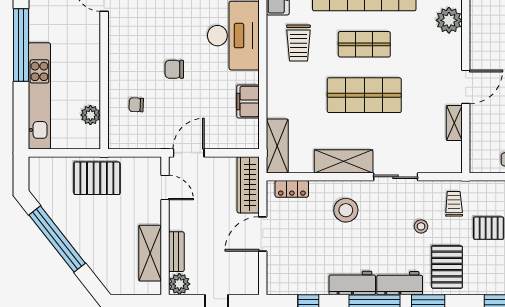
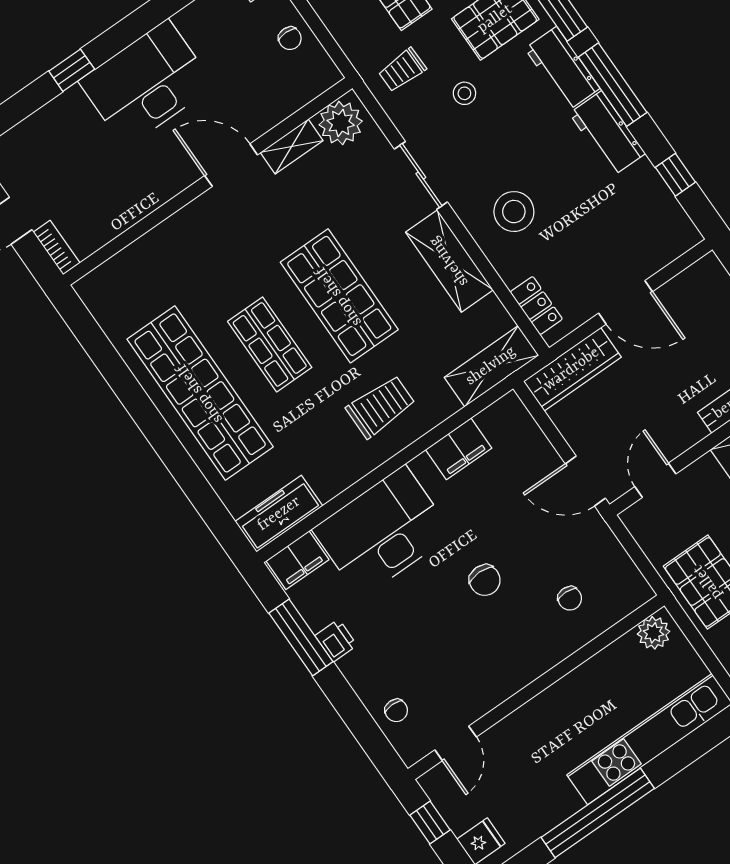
plant: (449, 20) -> (341, 123), moved
trolley: (299, 43) -> (381, 407), moved
plant: (90, 115) -> (654, 633), moved

